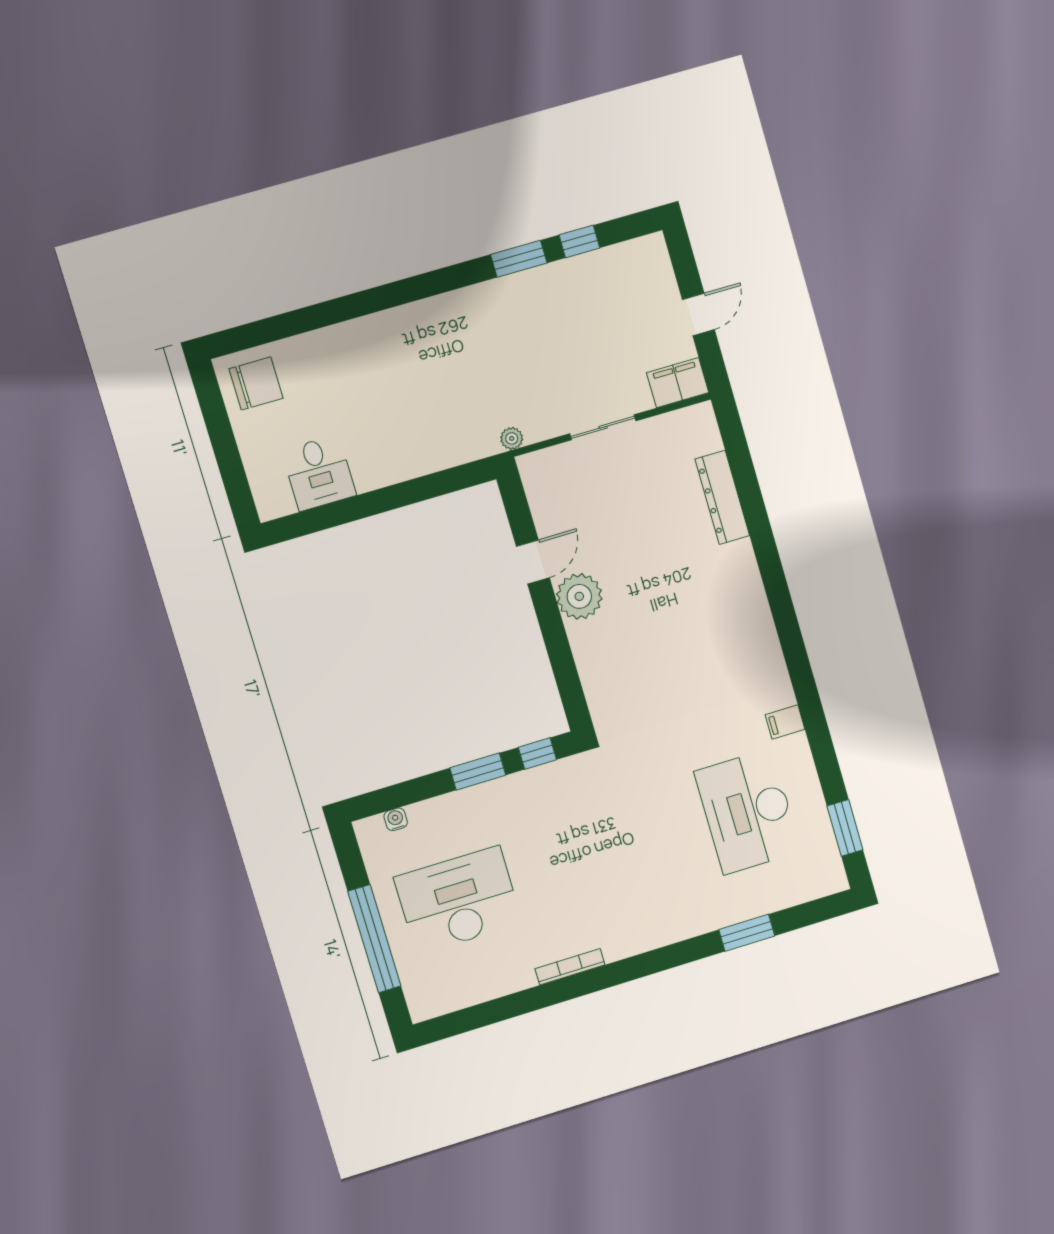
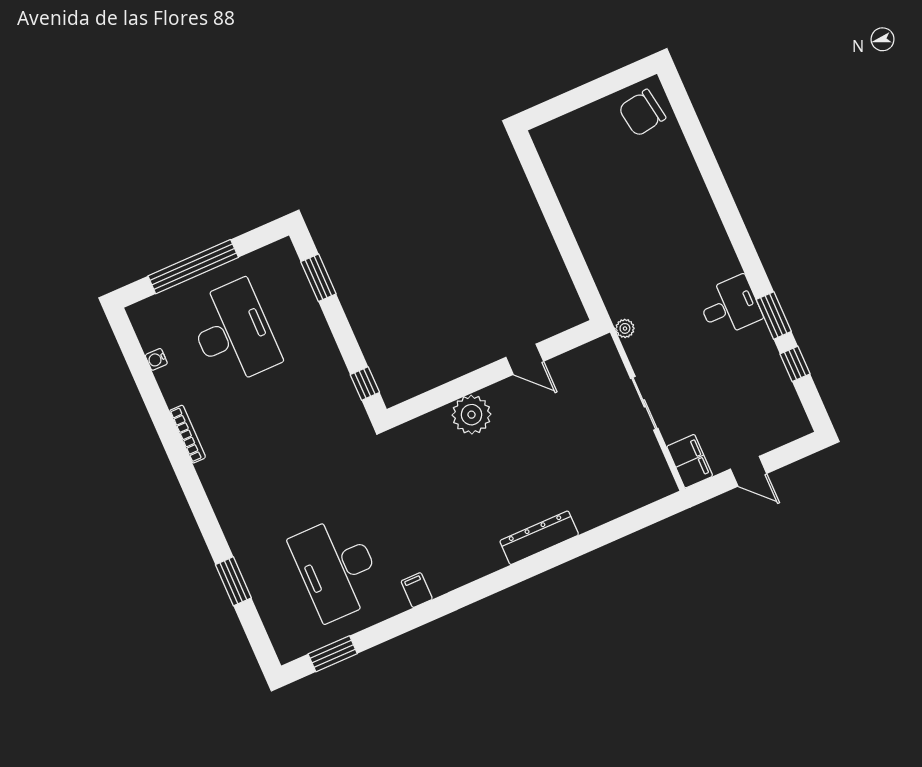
chair: (256, 383) -> (642, 113), turned 81
desk: (319, 473) -> (730, 306), moved, turned 180
dresser: (722, 497) -> (539, 538), moved
plant: (579, 596) -> (471, 415), moved
window: (478, 772) -> (318, 278), moved
desk: (748, 812) -> (337, 568), turned -90
water cooler: (396, 819) -> (156, 359), moved, turned 180

